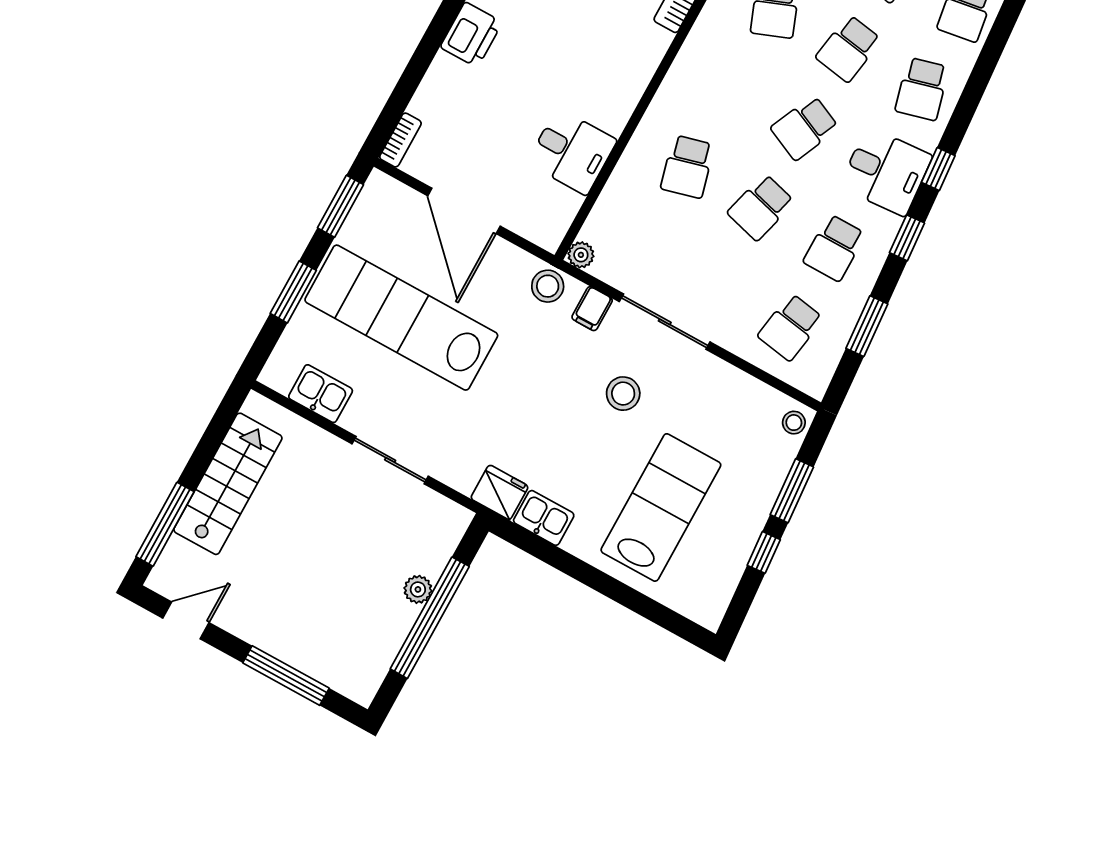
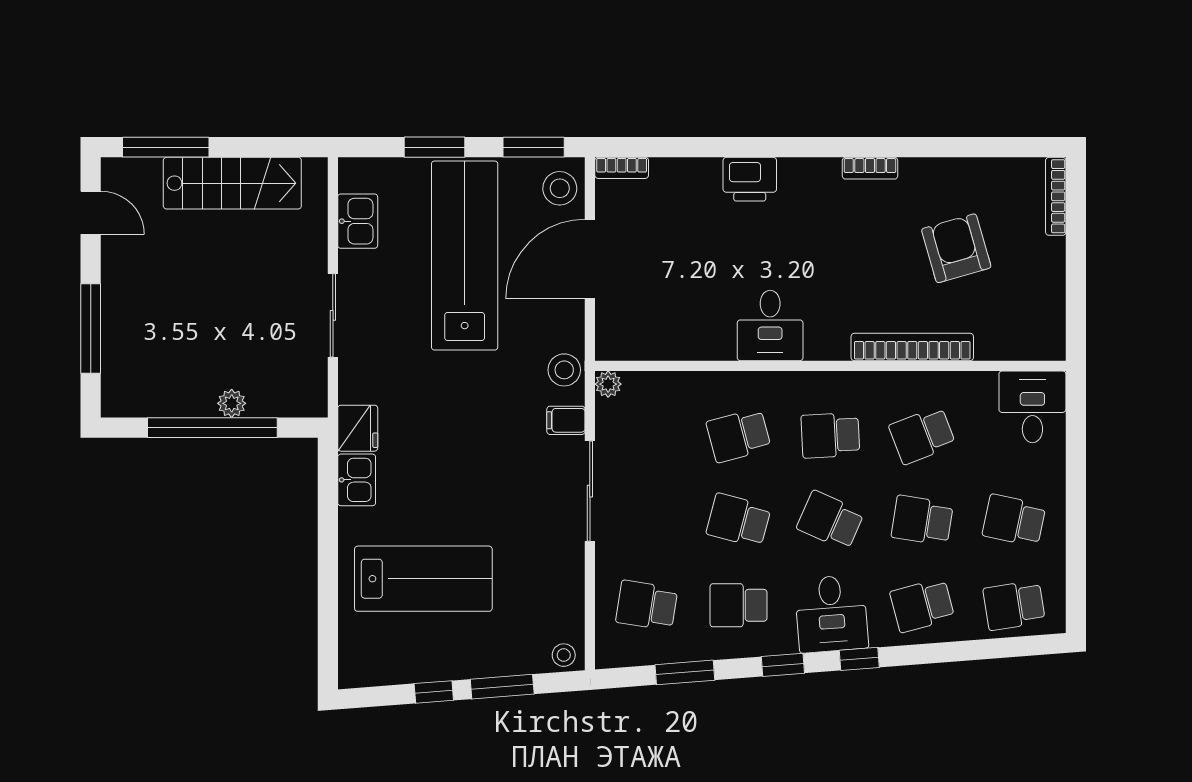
school desk: (731, 87) -> (830, 435), added
desk: (572, 152) -> (770, 325), moved
stool: (623, 394) -> (560, 188), moved

